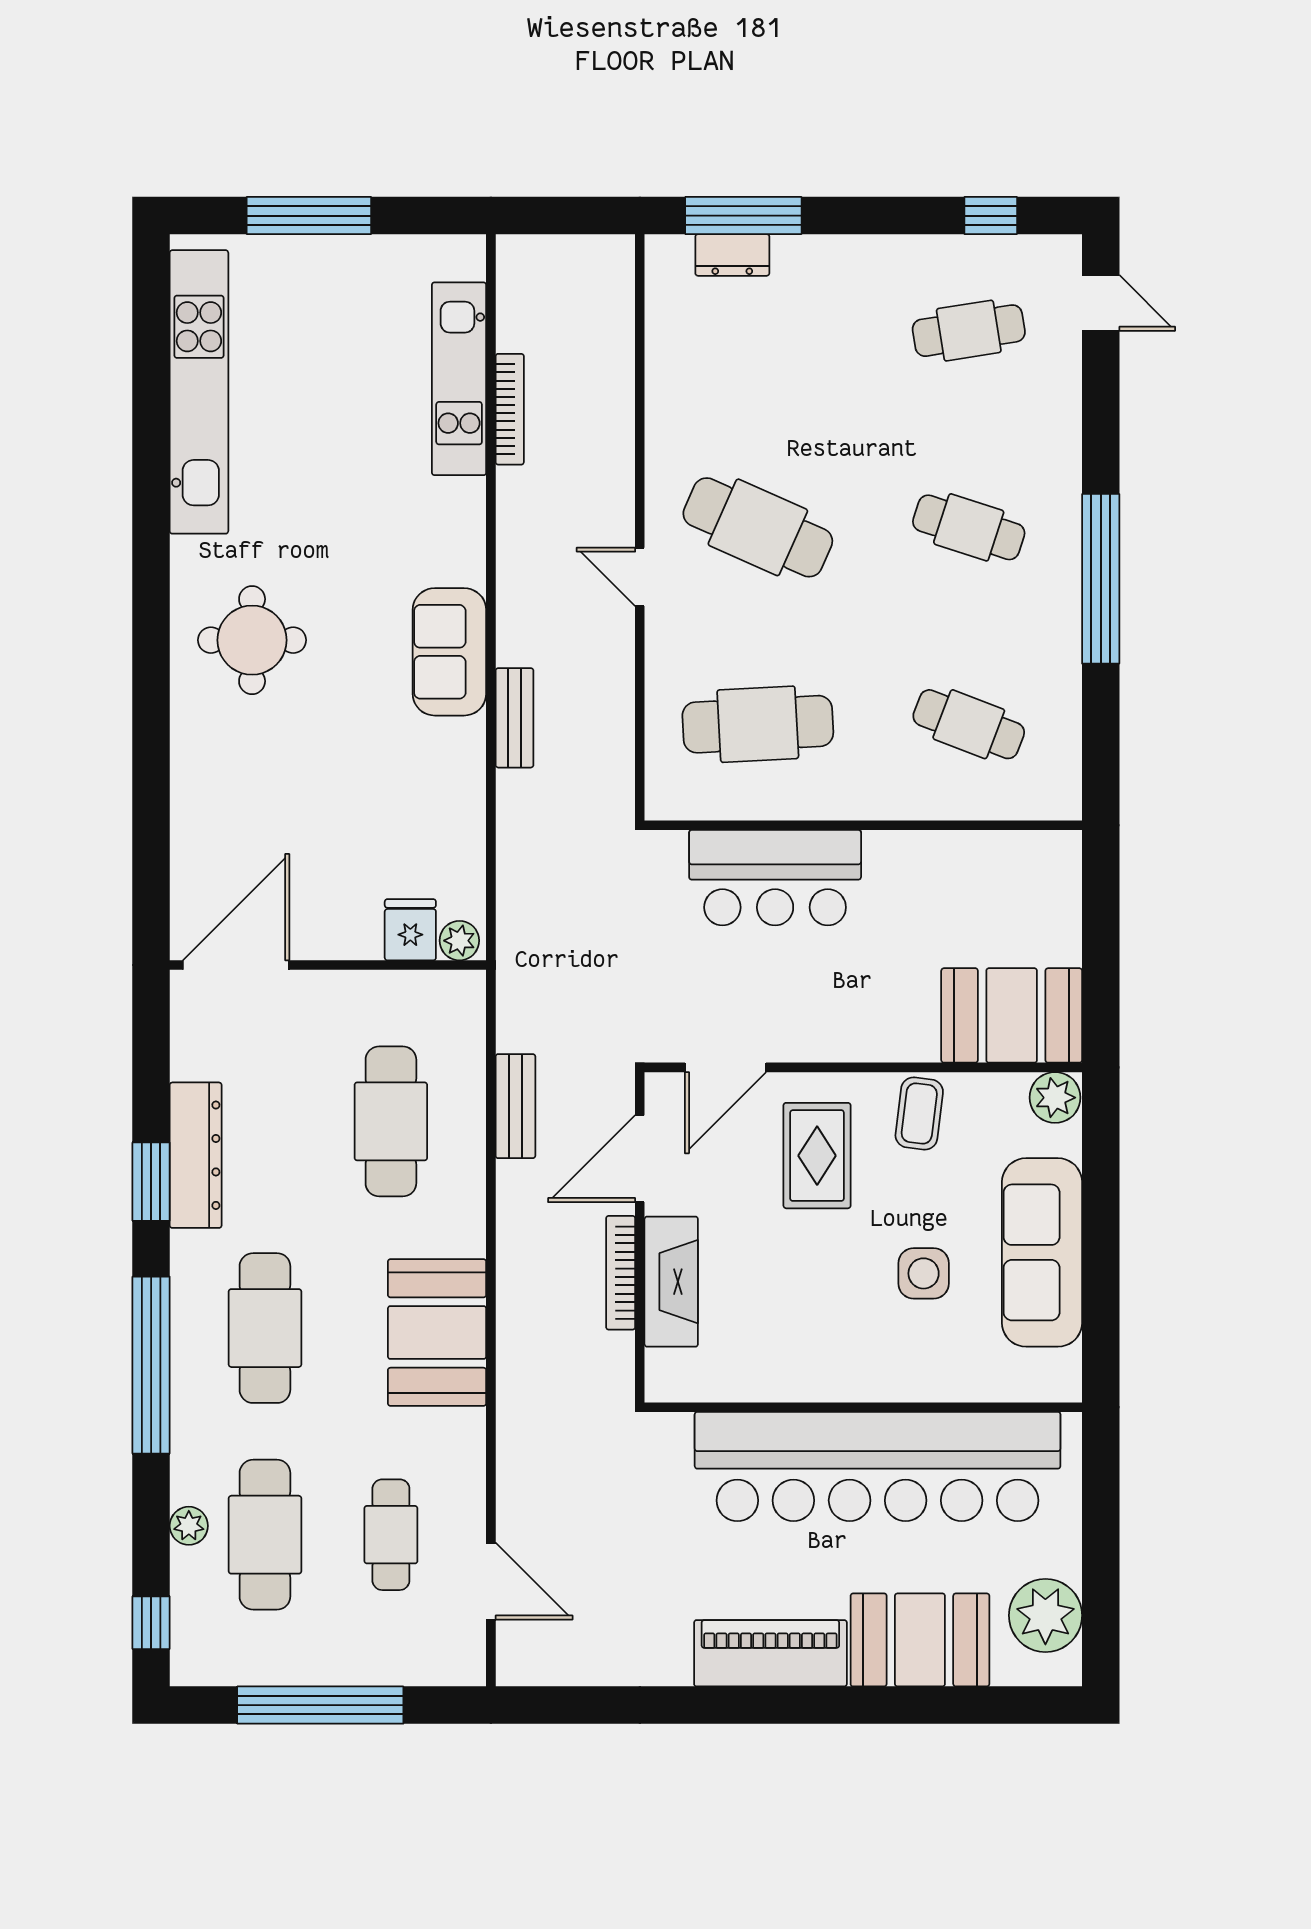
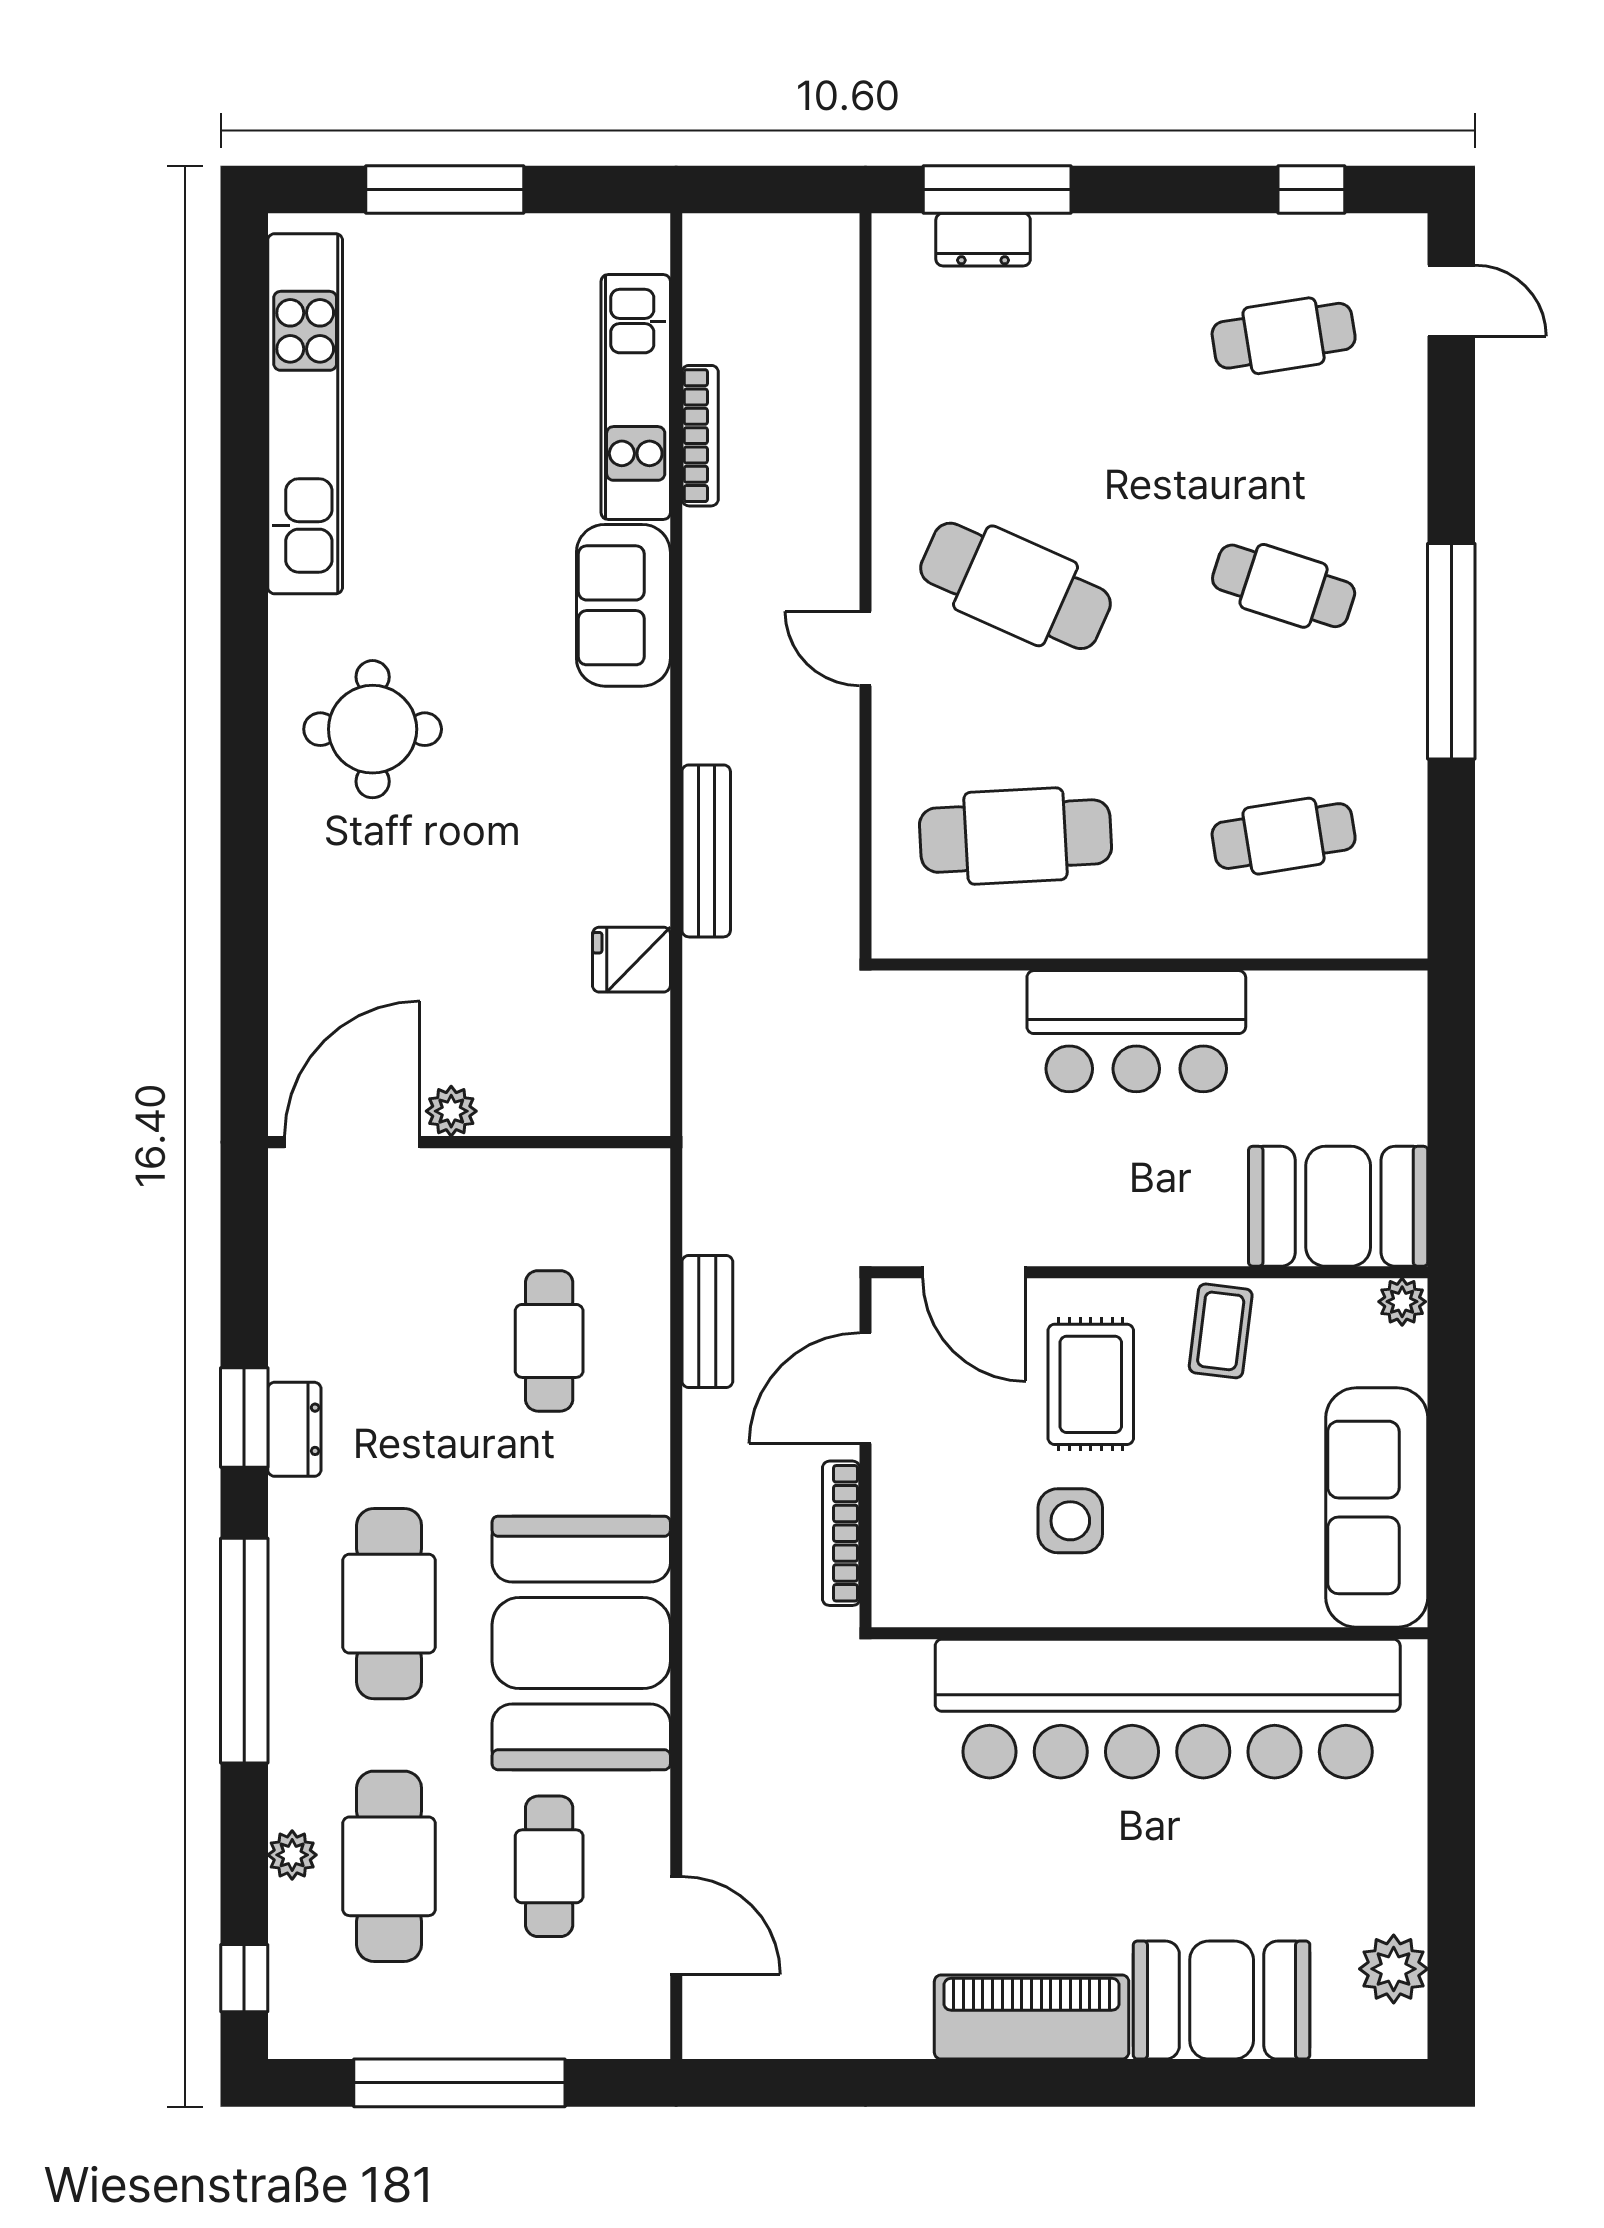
sofa: (449, 652) -> (623, 605), moved
bench: (515, 718) -> (706, 851), width x1.36
cafe table: (969, 724) -> (1284, 836), turned -30
bar counter: (775, 878) -> (1136, 1031), moved
fridge: (410, 930) -> (631, 960), moved, turned -90
plant: (459, 941) -> (451, 1111), moved
door: (725, 1067) -> (974, 1272), hinge flipped
plant: (1055, 1098) -> (1402, 1302), width x0.73, depth x0.73
cafe table: (391, 1121) -> (549, 1341), width x0.73, depth x0.74
dresser: (196, 1155) -> (294, 1429), width x0.51, depth x0.80
side table: (924, 1273) -> (1070, 1521), moved
fireplace: (671, 1282) -> (905, 1545), removed
booth: (437, 1333) -> (581, 1643), width x1.36, depth x1.42
wall: (863, 1407) -> (1150, 1633), moved
bar counter: (878, 1466) -> (1168, 1709), moved
plant: (1045, 1615) -> (1394, 1969), width x0.73, depth x0.73

